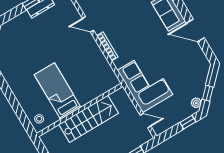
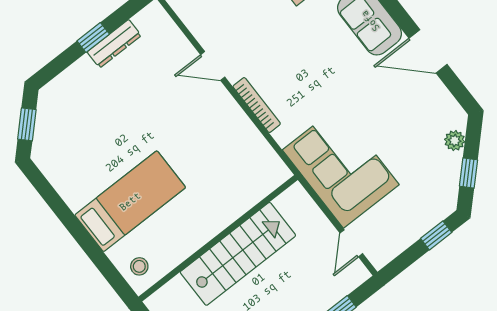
bed: (58, 91) -> (130, 201), moved, turned 90
plant: (196, 103) -> (455, 141), moved
door: (145, 121) -> (351, 243), swing flipped

